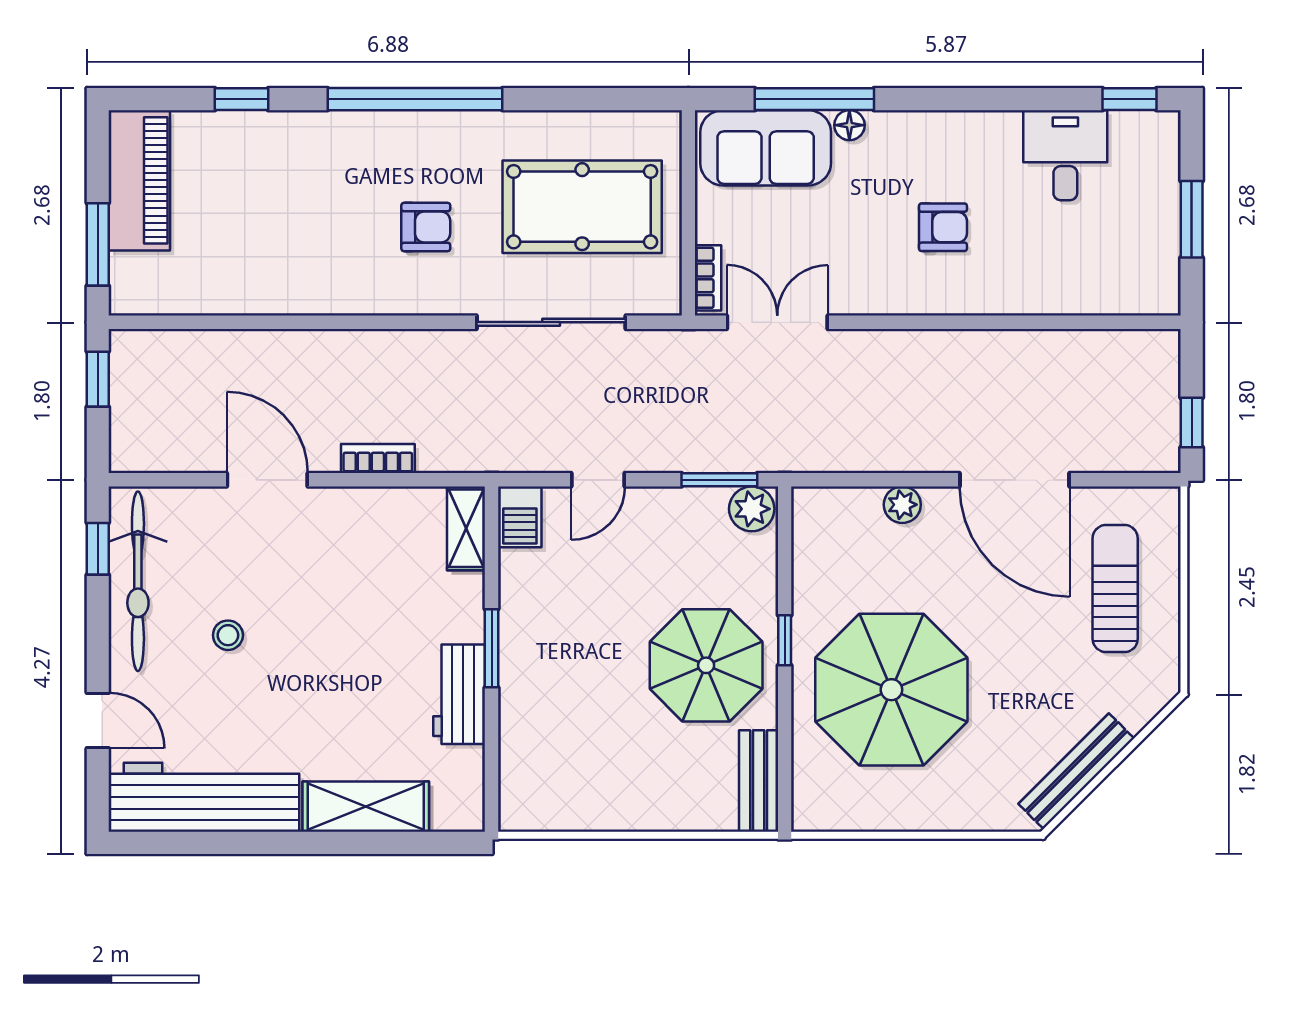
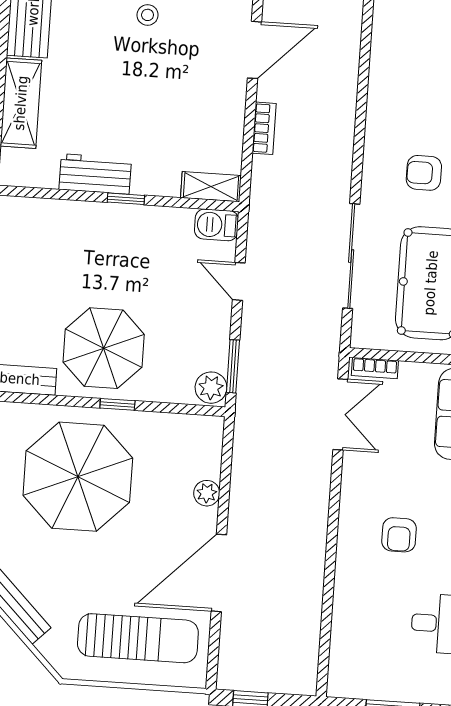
armchair: (426, 227) -> (424, 173), turned 90
sun lounger: (1115, 589) -> (138, 638), width x1.36, depth x1.34
window: (492, 648) -> (126, 199), width x0.67

